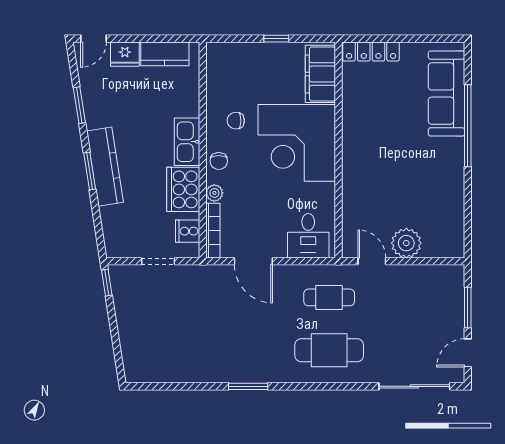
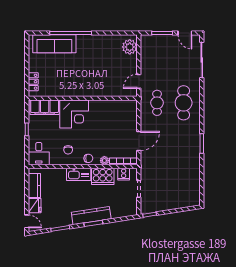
locker: (371, 51) -> (33, 82), width x0.66
corner desk: (297, 143) -> (74, 114), width x0.74, depth x0.74
desk: (308, 236) -> (39, 154), moved, turned 90
plant: (406, 243) -> (130, 47), moved

